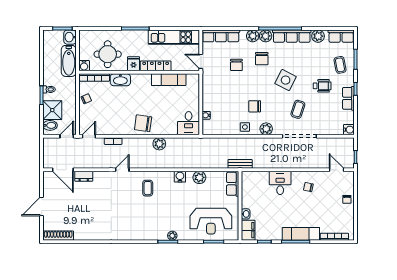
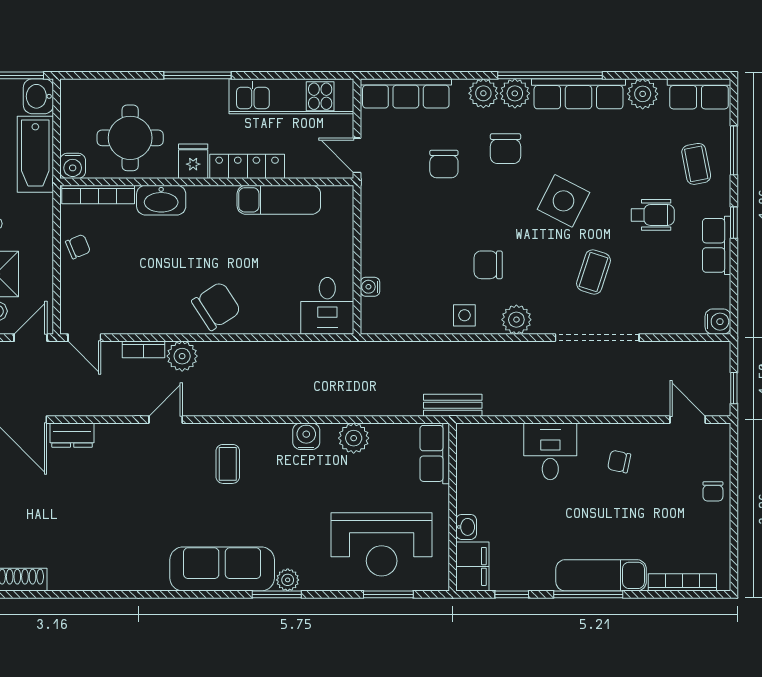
chair: (143, 123) -> (216, 306), turned 139
door: (89, 136) -> (84, 338), swing flipped
plant: (159, 144) -> (182, 356), moved
sofa: (145, 231) -> (222, 569), added

